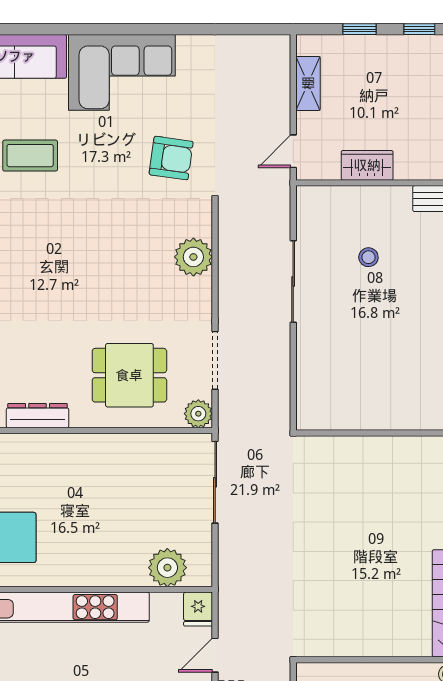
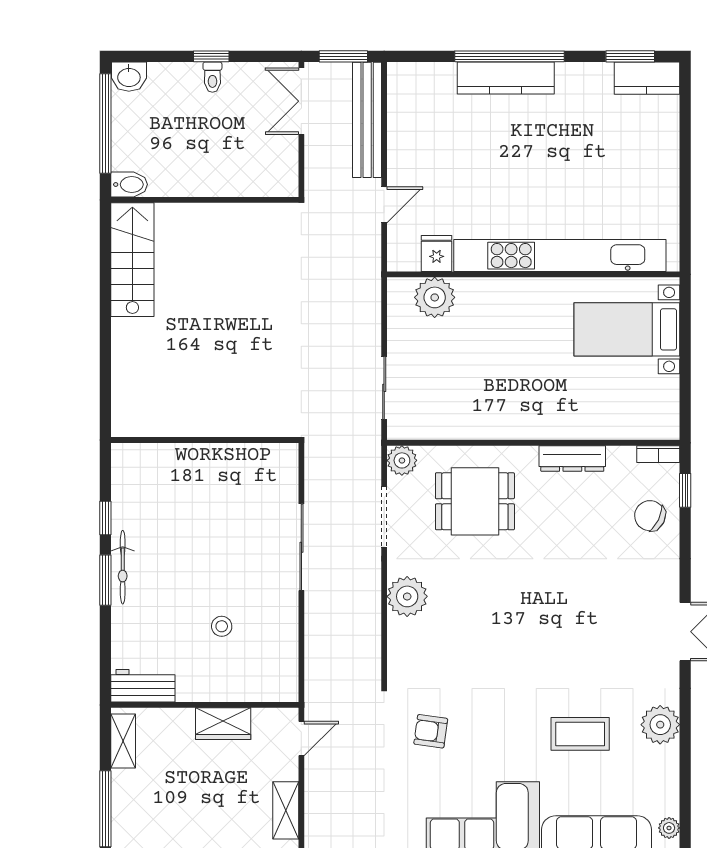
armchair: (171, 158) -> (431, 731), width x0.72, depth x0.72
plant: (193, 257) -> (407, 596), moved
sliding door: (293, 282) -> (301, 547), moved
sliding door: (215, 482) -> (384, 388), width x0.73
fridge: (198, 609) -> (437, 254), moved

